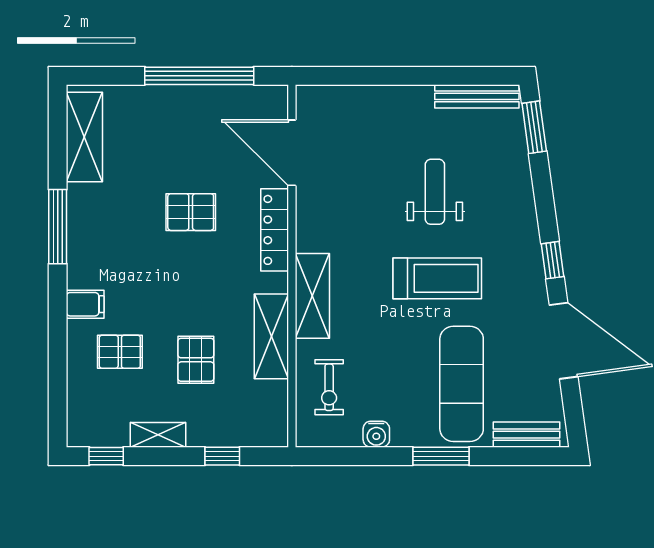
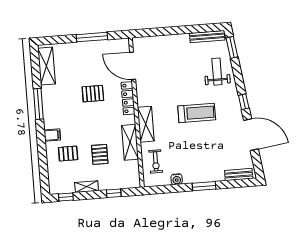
window: (199, 76) -> (92, 37), width x0.68
weight bench: (435, 192) -> (217, 72), moved
exercise mat: (462, 384) -> (210, 156), removed

